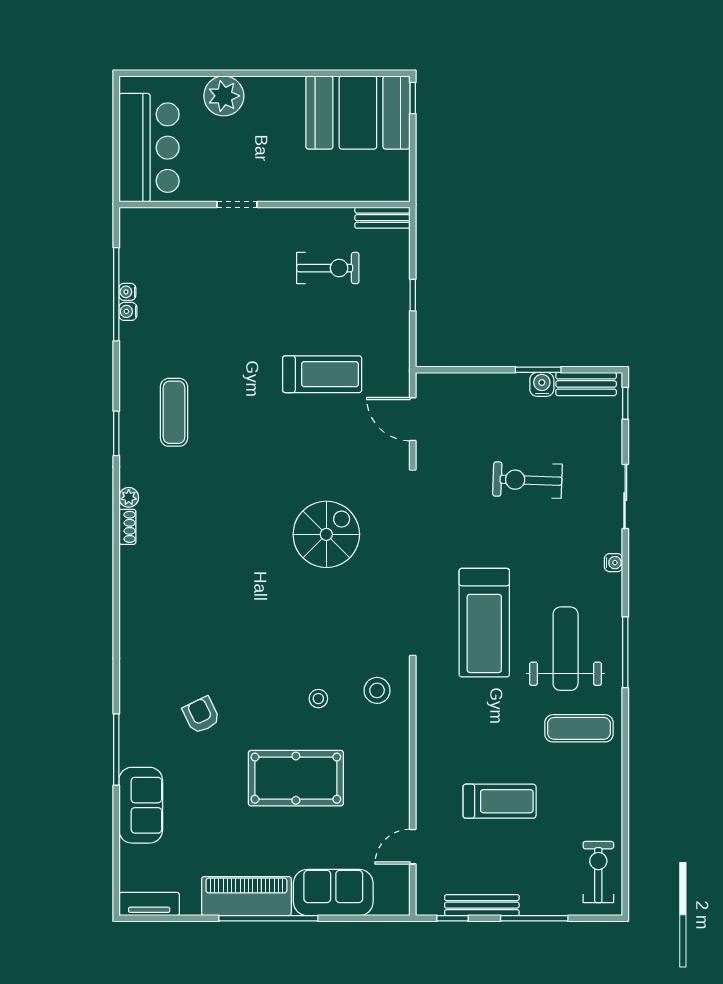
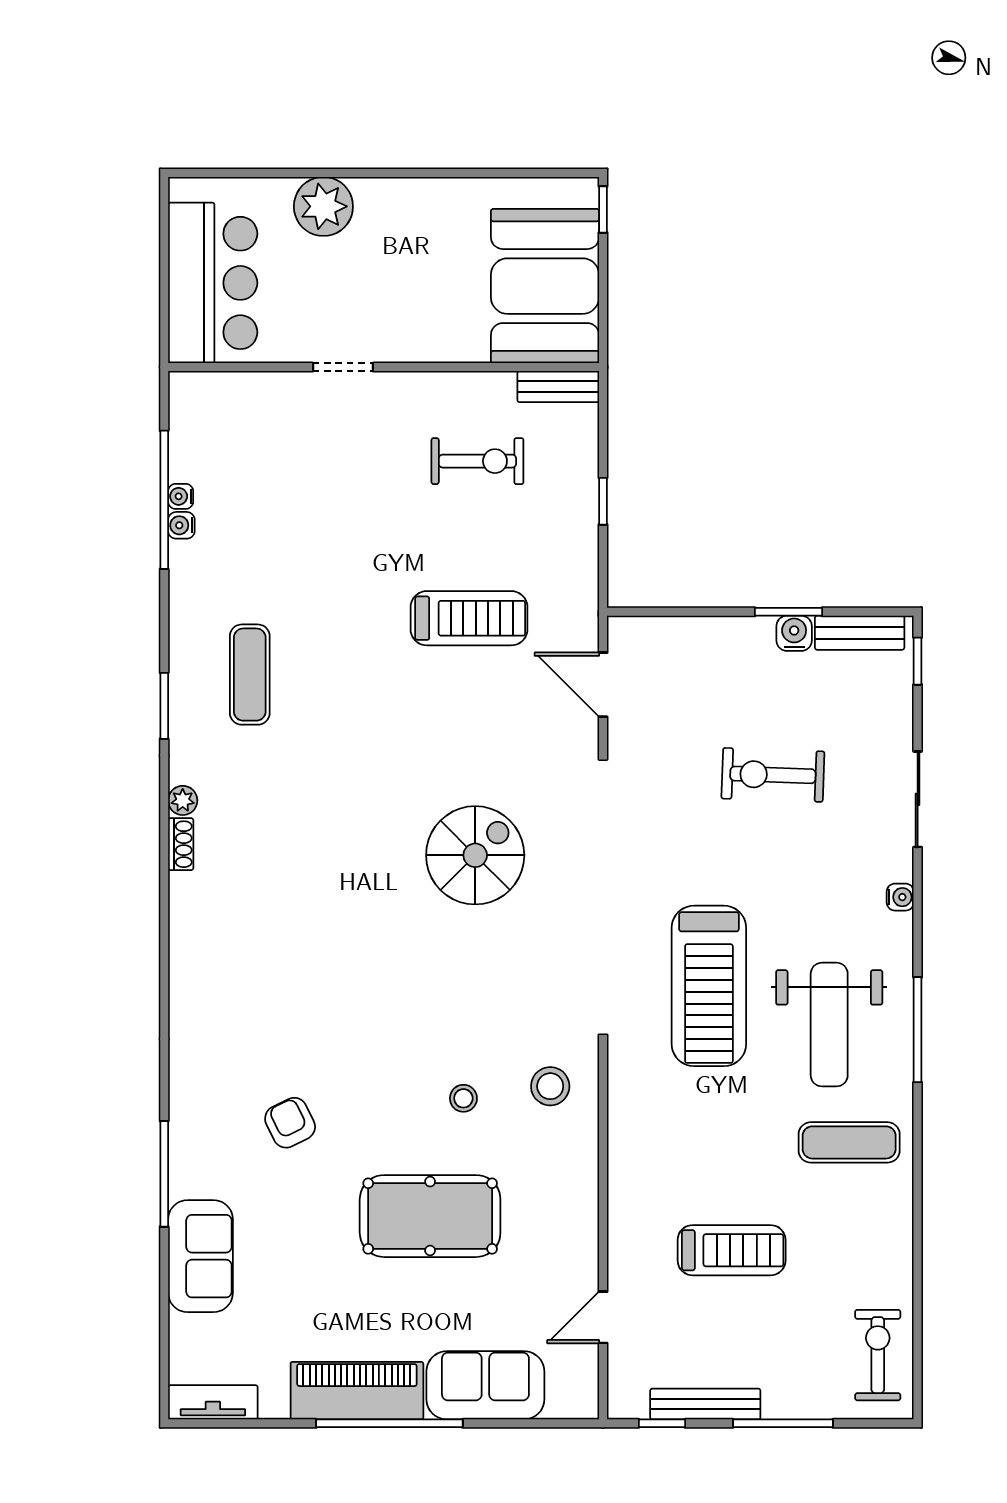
booth: (358, 113) -> (545, 286), moved, turned 90
weight bench: (566, 649) -> (829, 1025), turned 180

